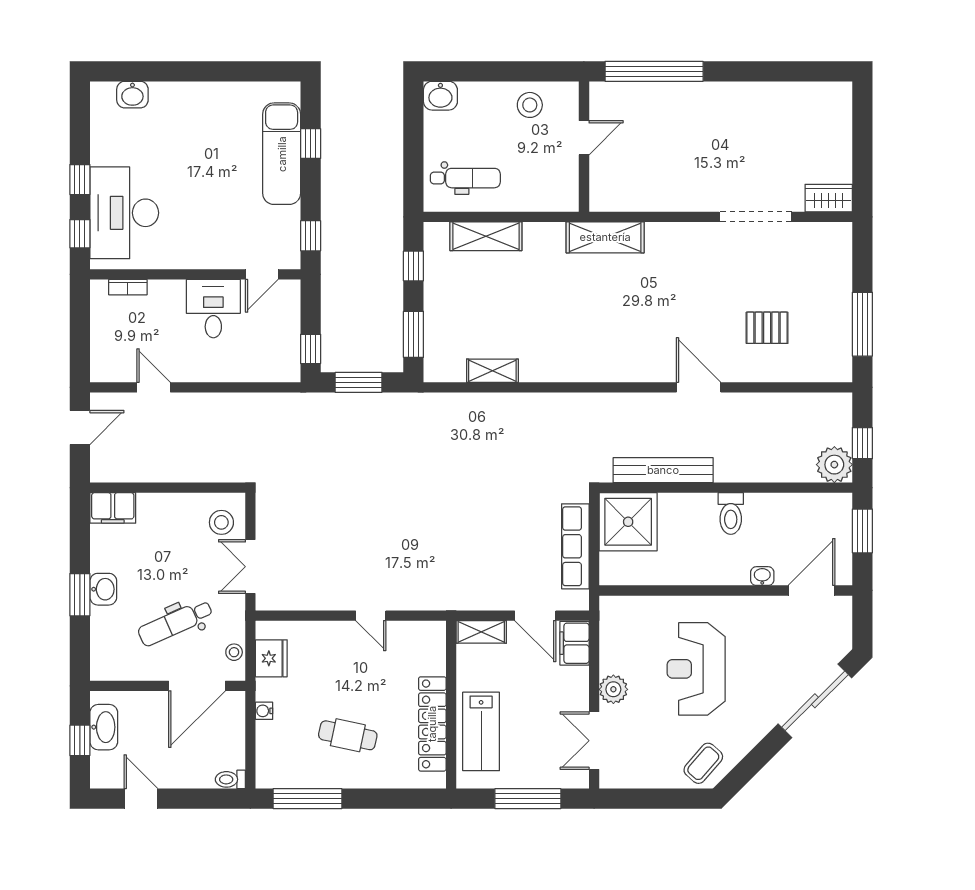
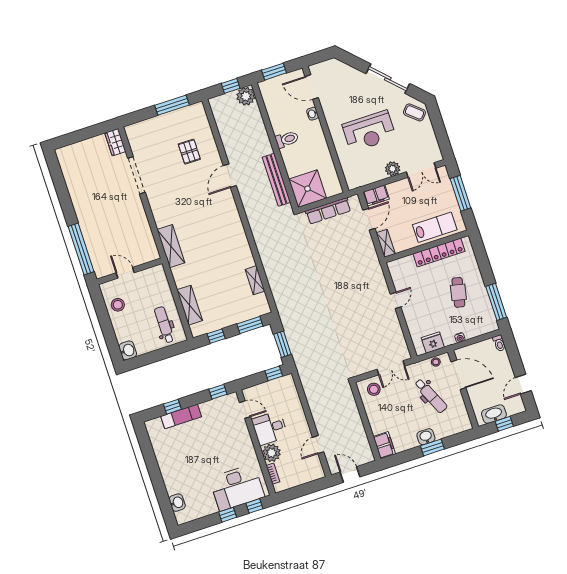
exam couch: (282, 154) -> (181, 416), width x0.73, depth x0.69
plant: (167, 297) -> (272, 453), added
sliding door: (815, 701) -> (388, 79), moved

